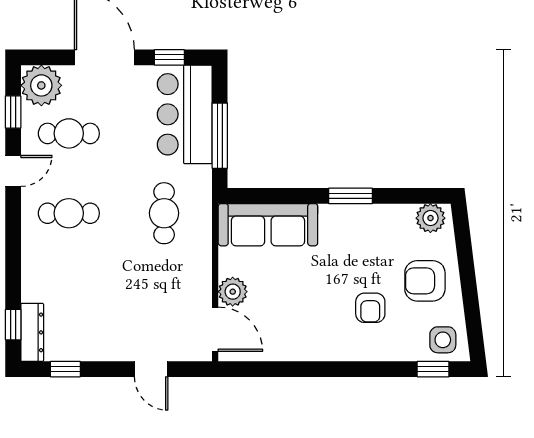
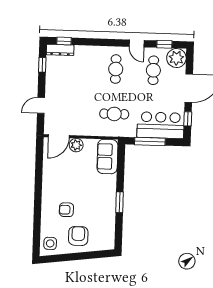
plant: (430, 218) -> (108, 240), removed
sofa: (268, 225) -> (107, 157), width x0.73
window: (433, 369) -> (37, 238), removed

